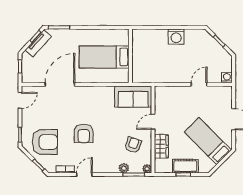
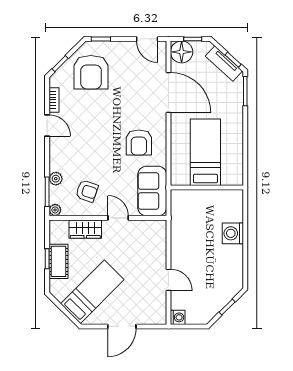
washing machine: (176, 37) -> (233, 233), moved
floor lamp: (30, 75) -> (182, 52), added
armchair: (84, 133) -> (139, 142), moved, turned -90

